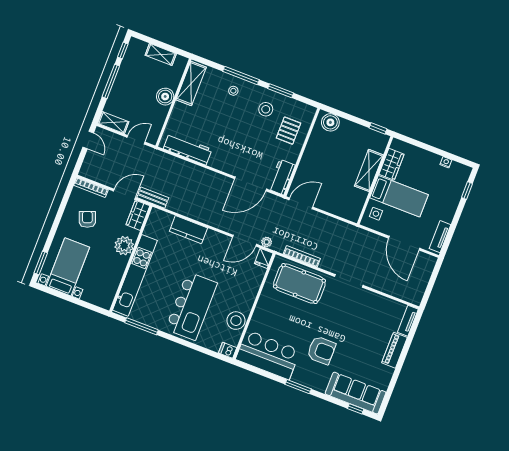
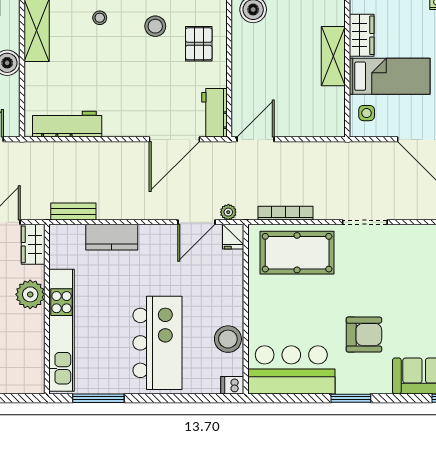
bench: (153, 198) -> (73, 211), moved

